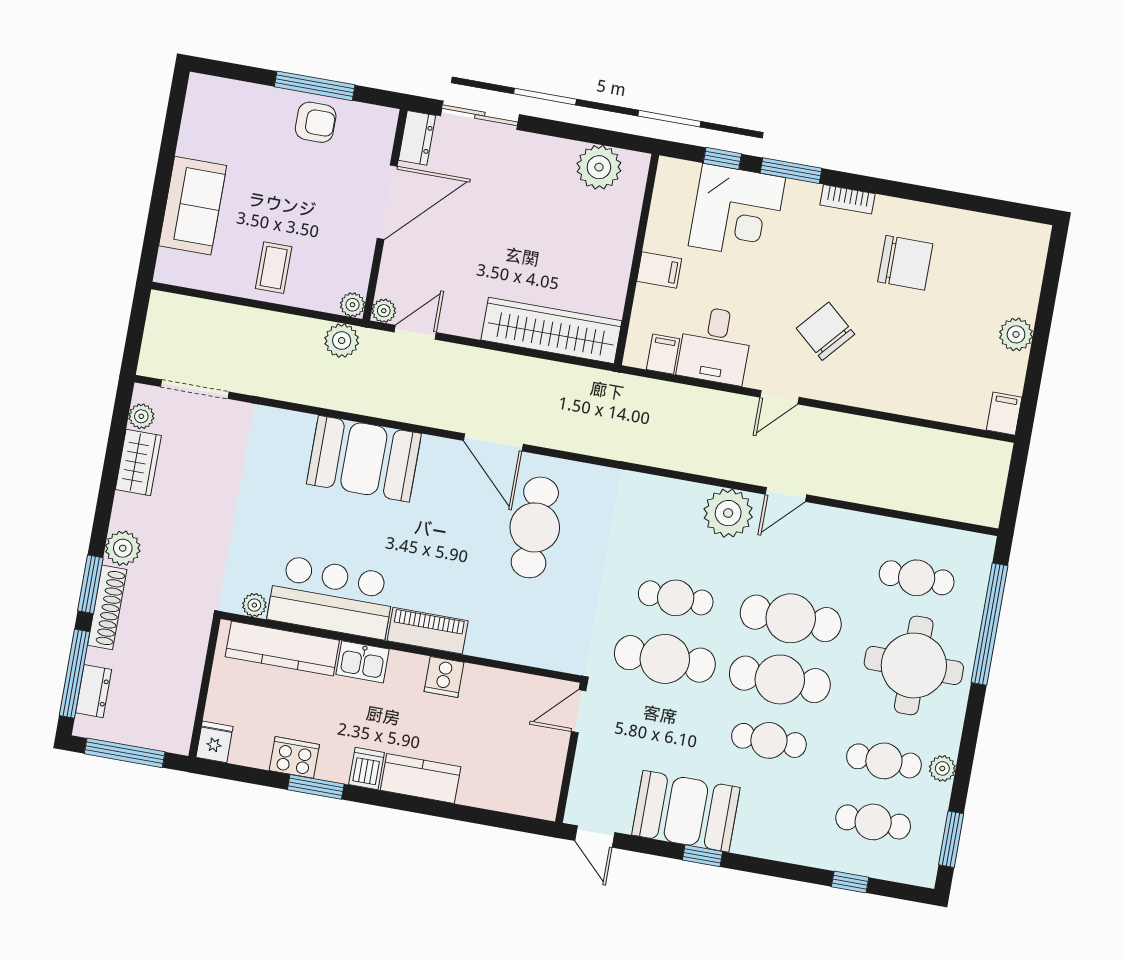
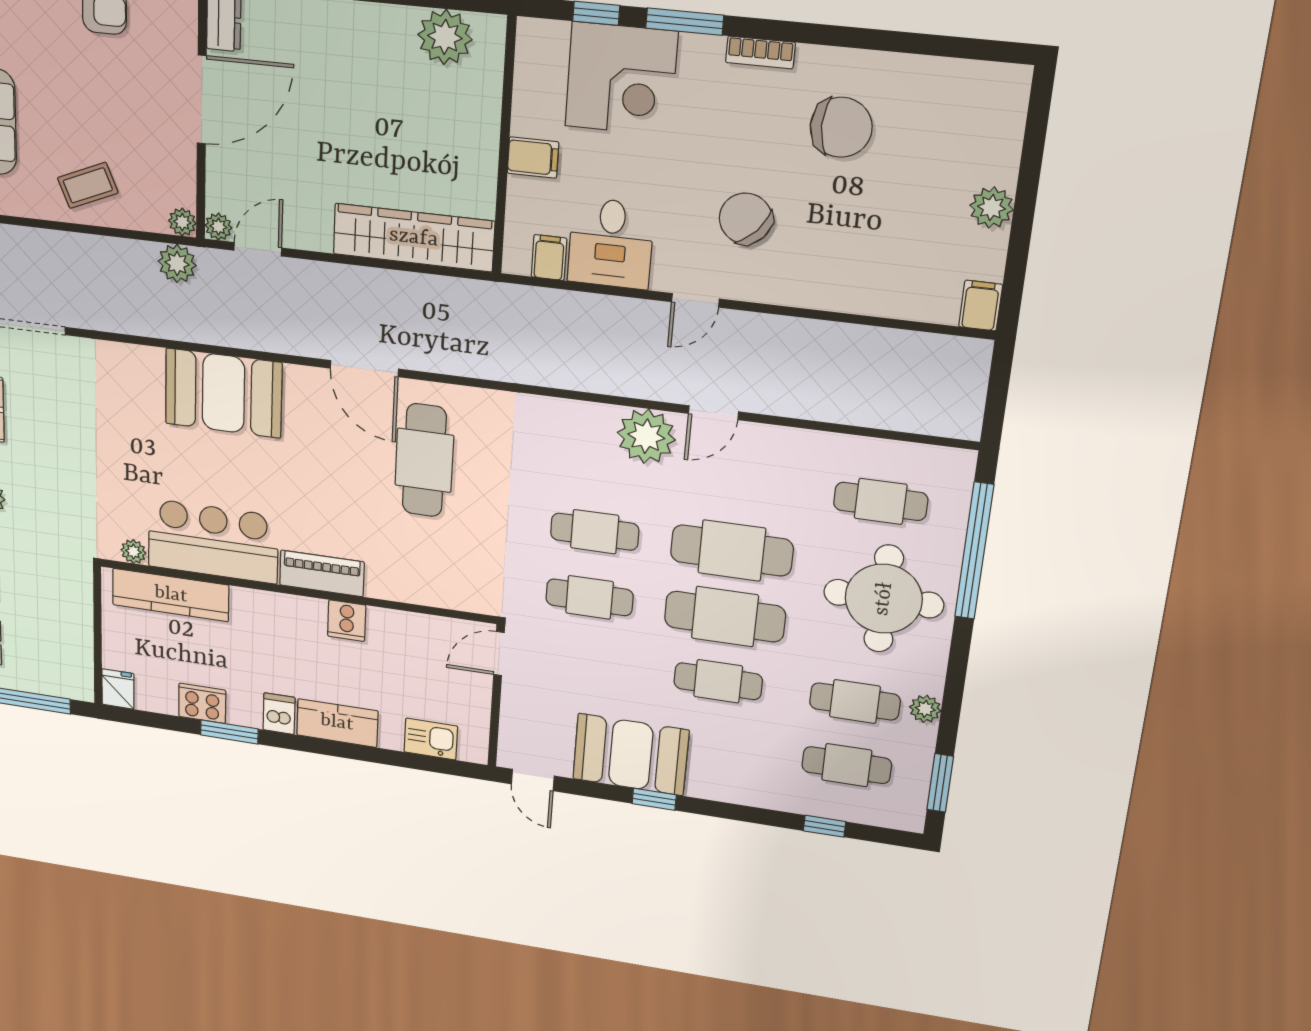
coffee table: (274, 268) -> (88, 185), turned 67
cafe table: (665, 659) -> (589, 597), width x0.73, depth x0.74
kitchen sink: (362, 662) -> (431, 739), moved, turned 180

